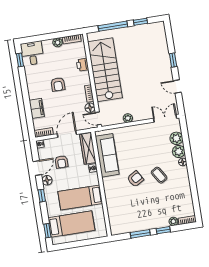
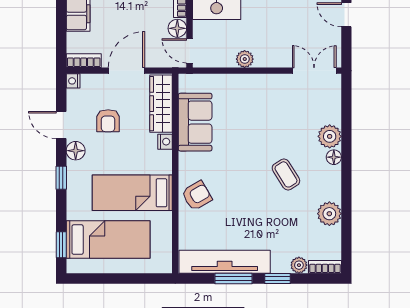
plant: (176, 138) -> (329, 214), moved
sofa: (107, 155) -> (195, 122), width x0.73
door: (37, 168) -> (61, 125), swing flipped
armchair: (135, 179) -> (197, 196), moved
tv unit: (134, 226) -> (225, 262), added

